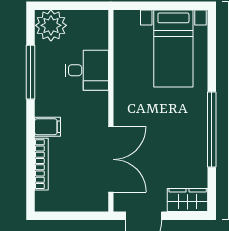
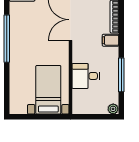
plant: (51, 25) -> (113, 109), width x0.53, depth x0.53
bed with nightstands: (173, 48) -> (48, 90), moved

